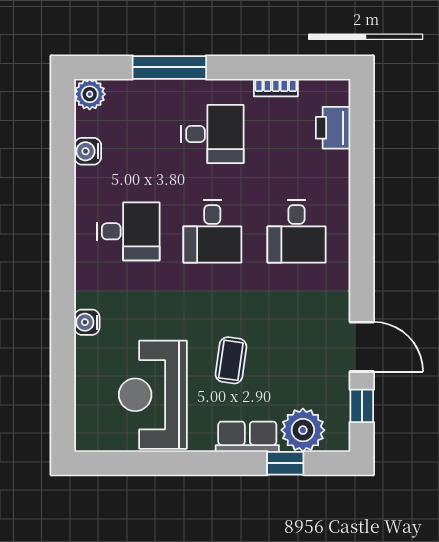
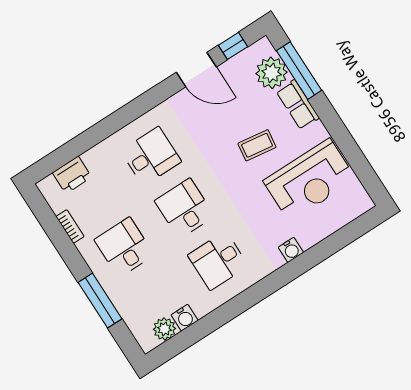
plant: (90, 94) -> (165, 329), moved
desk: (128, 231) -> (218, 261), turned -90
desk: (212, 231) -> (184, 208), turned -90
door: (362, 347) -> (196, 70), swing flipped
window: (285, 463) -> (299, 71), width x2.17

